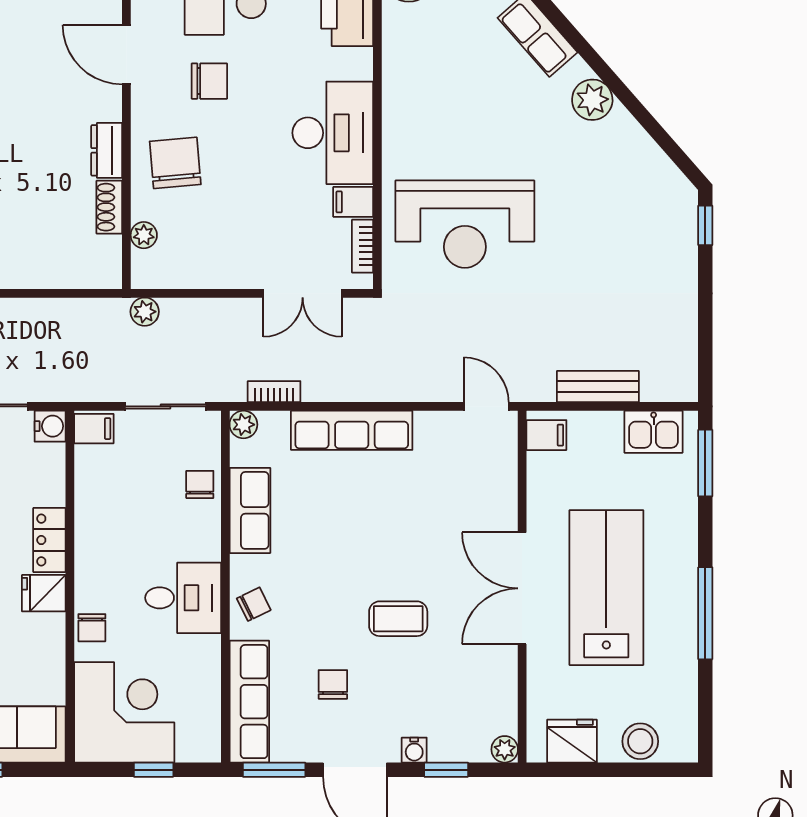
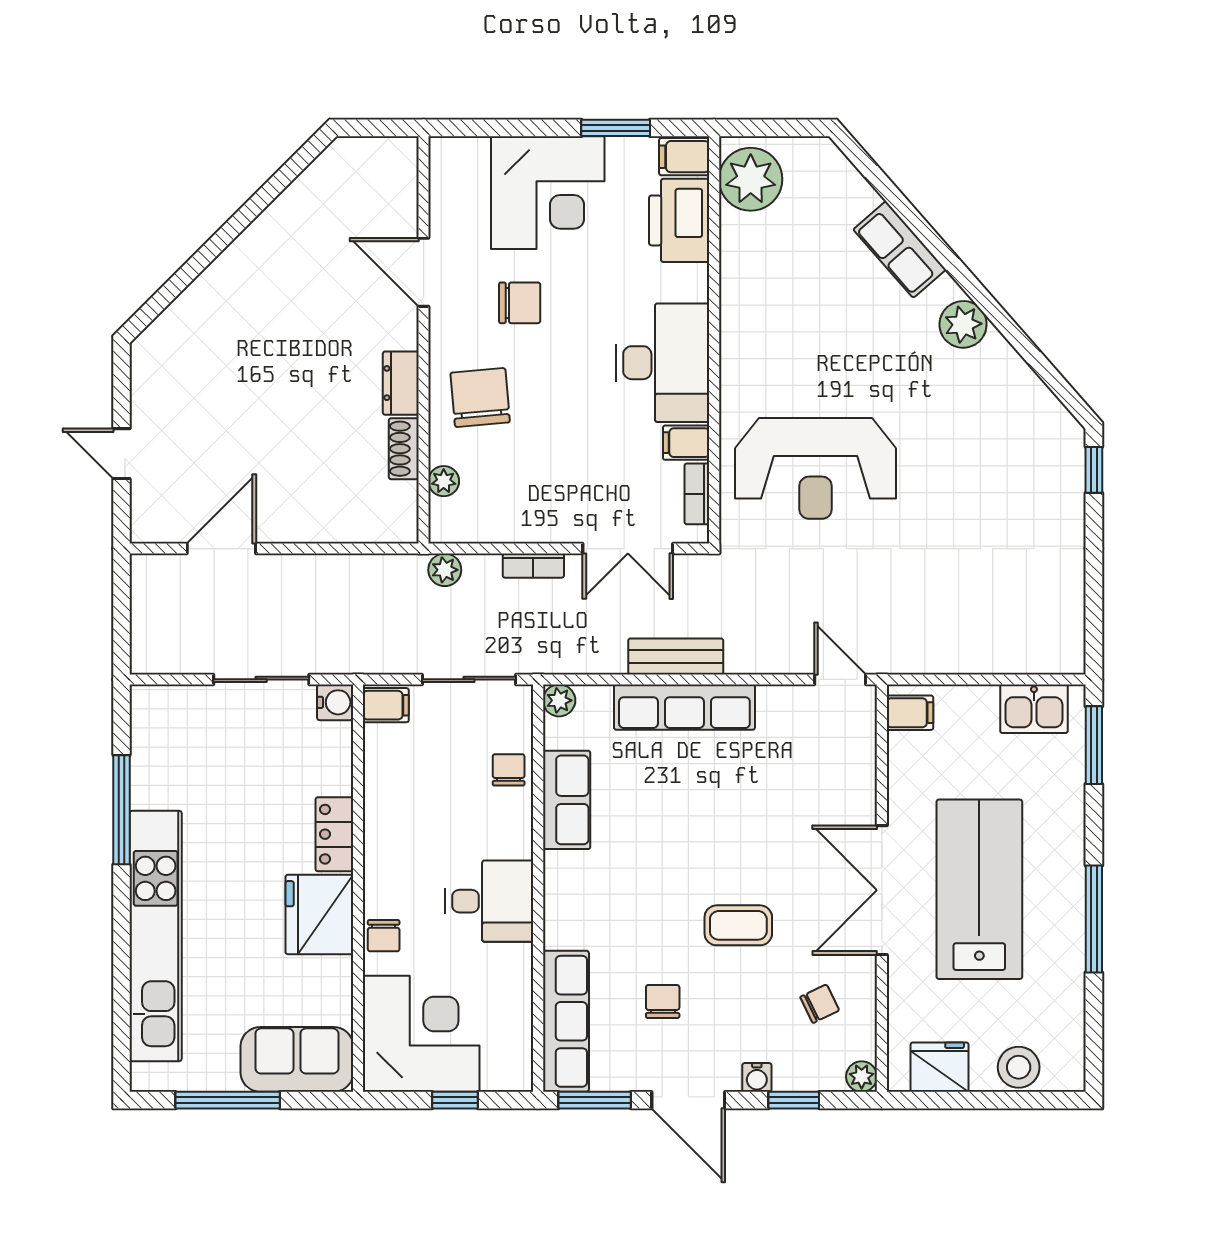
bench: (598, 387) -> (676, 656), moved
bookcase: (274, 392) -> (533, 566), moved, turned 180
fridge: (44, 593) -> (319, 914), width x1.88, depth x1.34
chair: (254, 604) -> (820, 1004), moved

